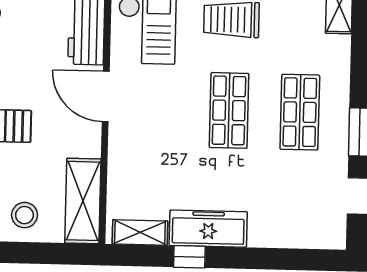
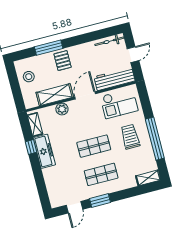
plant: (122, 160) -> (62, 109), added
shelving: (83, 201) -> (55, 95), moved

